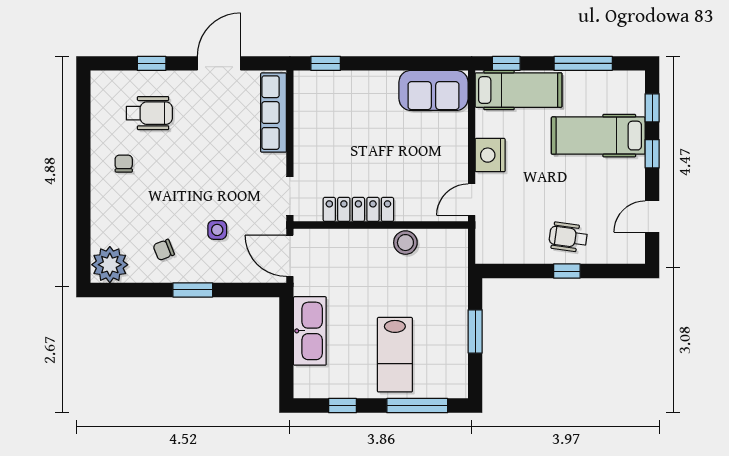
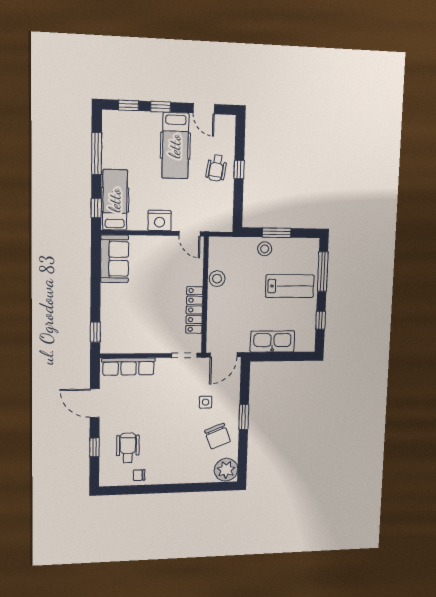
hospital bed: (598, 136) -> (175, 146), moved
chair: (124, 164) -> (139, 475), moved
chair: (164, 250) -> (218, 436), width x1.87, depth x1.87
stool: (451, 314) -> (265, 249), added

